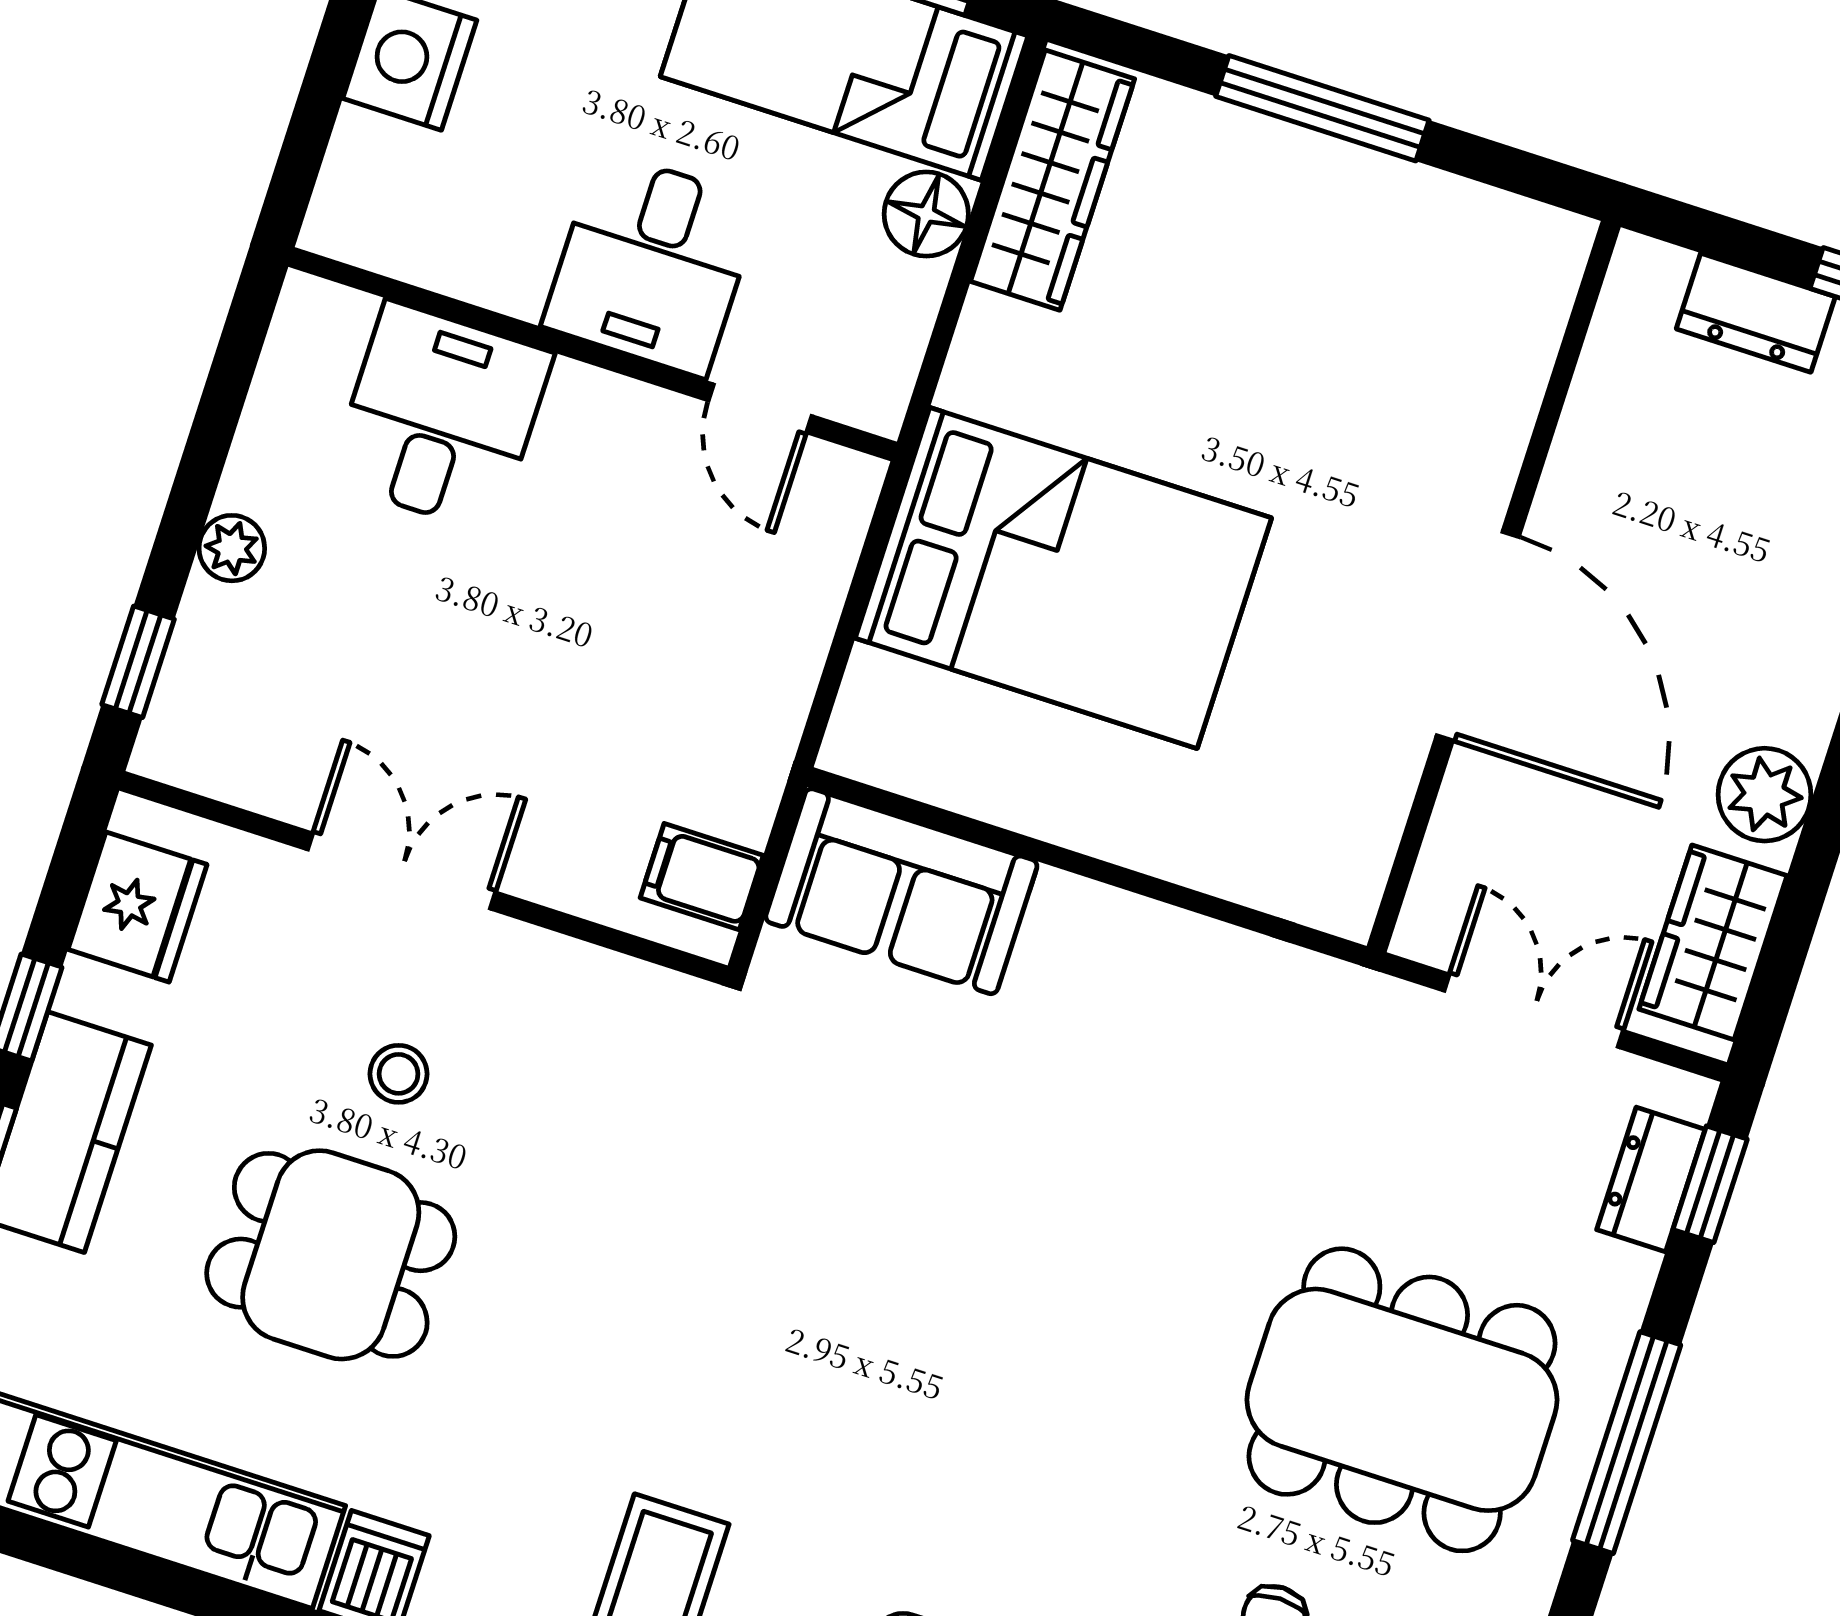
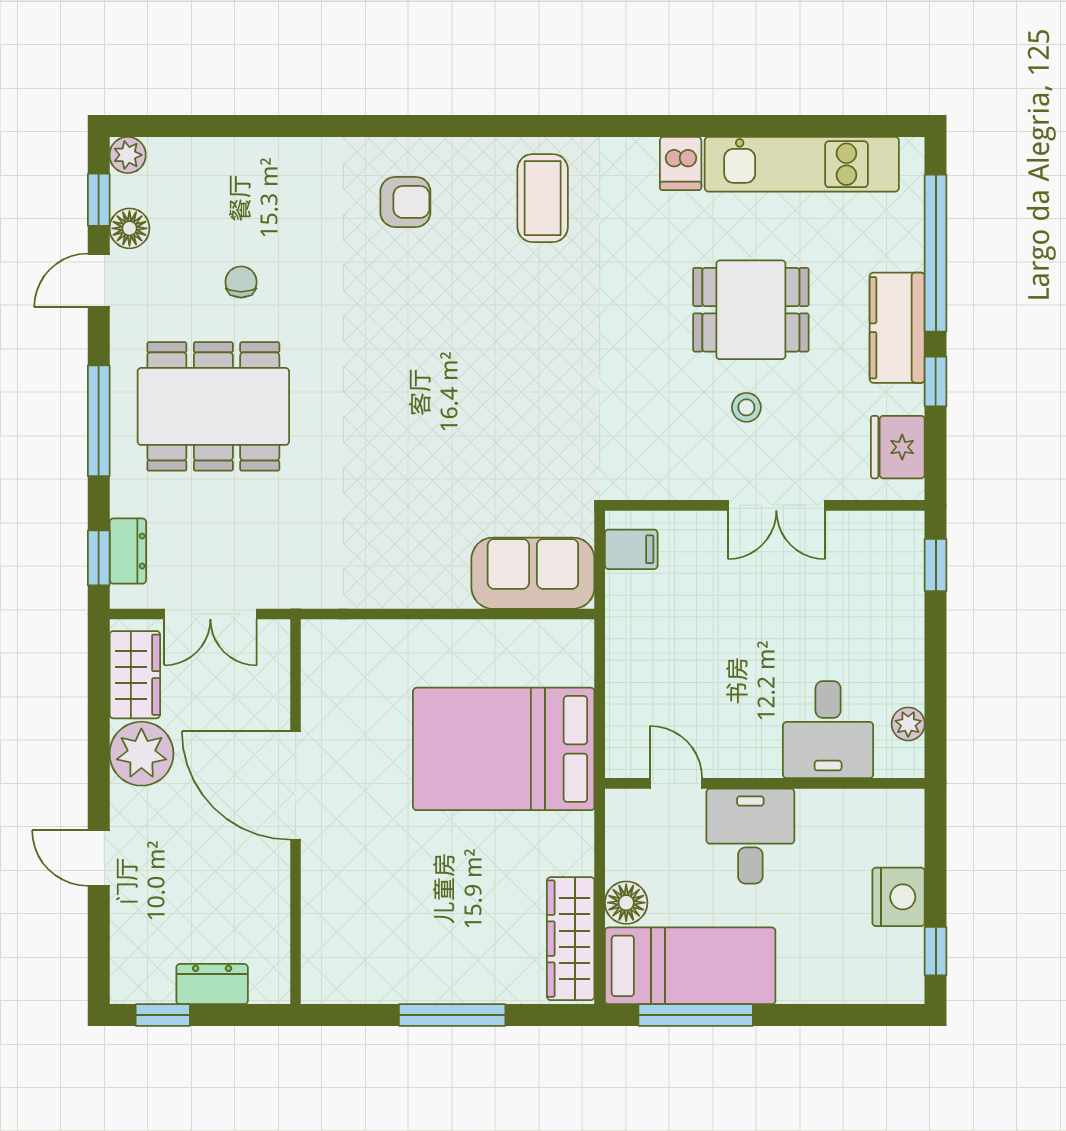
plant: (232, 548) -> (908, 724), moved
plant: (1765, 795) -> (141, 754), width x1.36, depth x1.36

